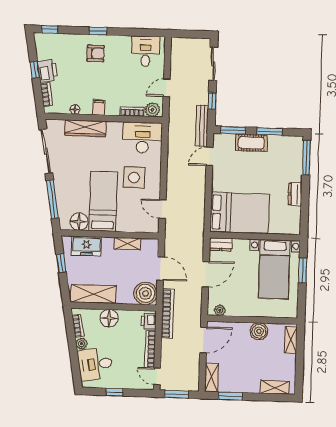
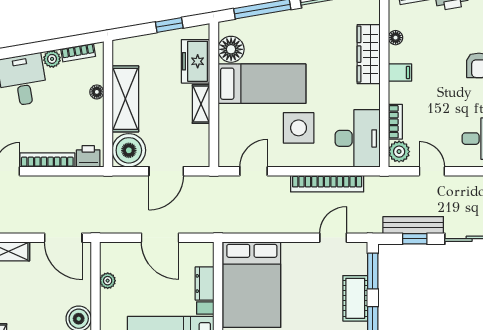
bench: (202, 126) -> (413, 225), moved
door: (210, 156) -> (333, 238), hinge flipped
shelving: (128, 244) -> (201, 104), moved
dresser: (221, 244) -> (205, 284), moved
shelving: (93, 294) -> (125, 99), moved
plant: (220, 310) -> (108, 281), moved
bookcase: (168, 314) -> (327, 184), moved
floor lamp: (109, 318) -> (97, 92), width x0.53, depth x0.53

